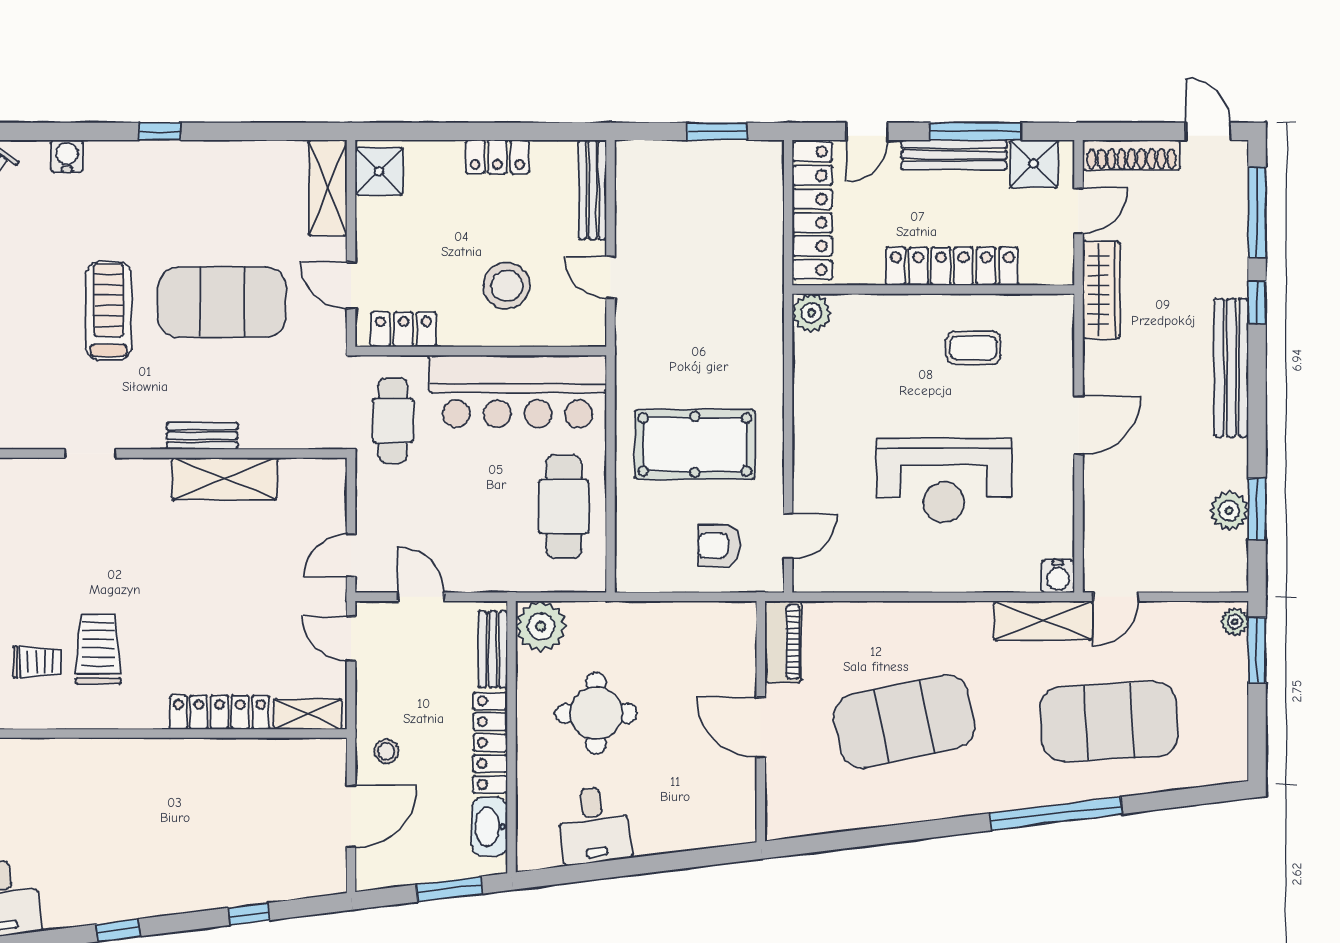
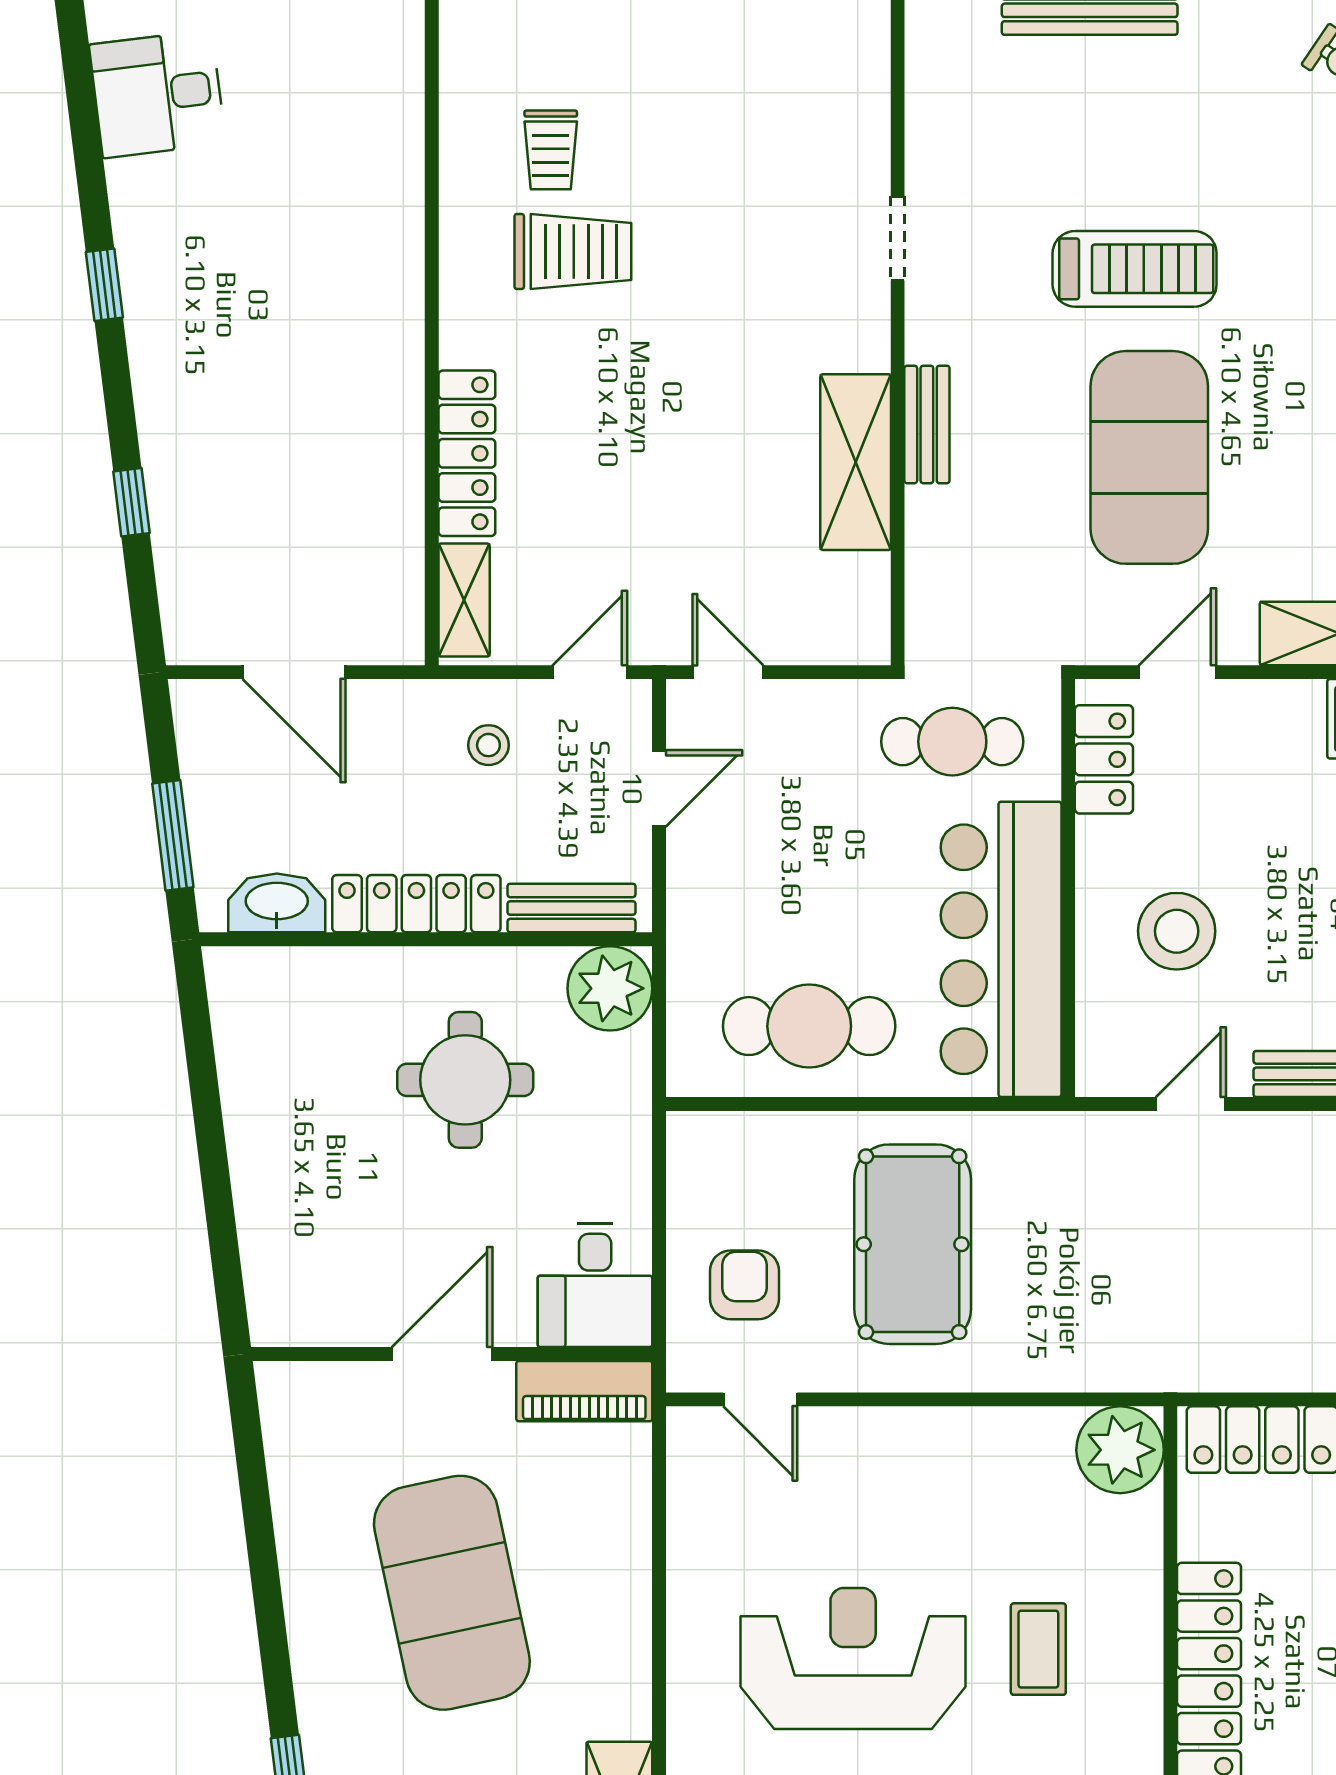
plant: (811, 313) -> (1120, 1450), width x1.36, depth x1.36
coffee table: (973, 348) -> (1038, 1649), moved
reception desk: (944, 480) -> (853, 1659), turned 90
stool: (386, 751) -> (488, 745), moved
desk: (594, 825) -> (595, 1285), moved, turned -83

